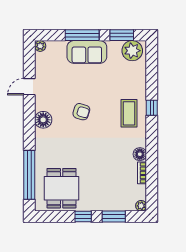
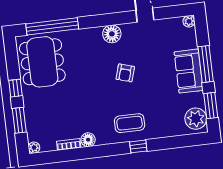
dining table: (62, 188) -> (42, 62), width x1.38

